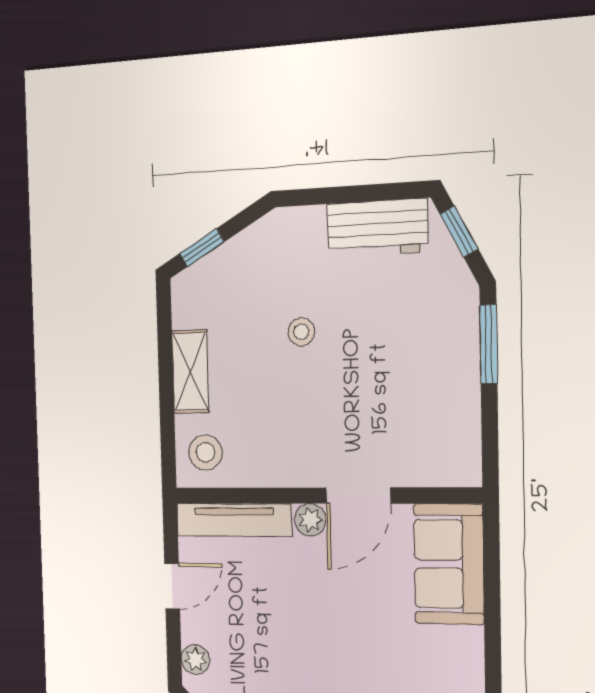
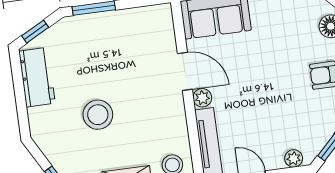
stool: (301, 332) -> (98, 115), width x1.89, depth x1.89

